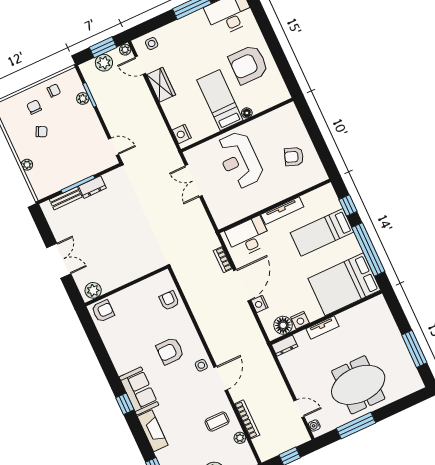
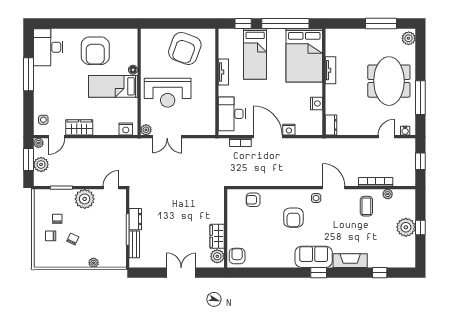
chair: (54, 91) -> (57, 219), moved
plant: (83, 98) -> (85, 199), moved, width x1.88, depth x1.88
plant: (191, 155) -> (146, 130), added
armchair: (294, 157) -> (185, 48), width x1.88, depth x1.88
tv unit: (282, 211) -> (223, 72), width x0.71
wardrobe: (114, 281) -> (217, 236), added
floor lamp: (283, 325) -> (314, 119), removed
tv unit: (322, 328) -> (331, 70), moved
plant: (412, 385) -> (409, 38), added

